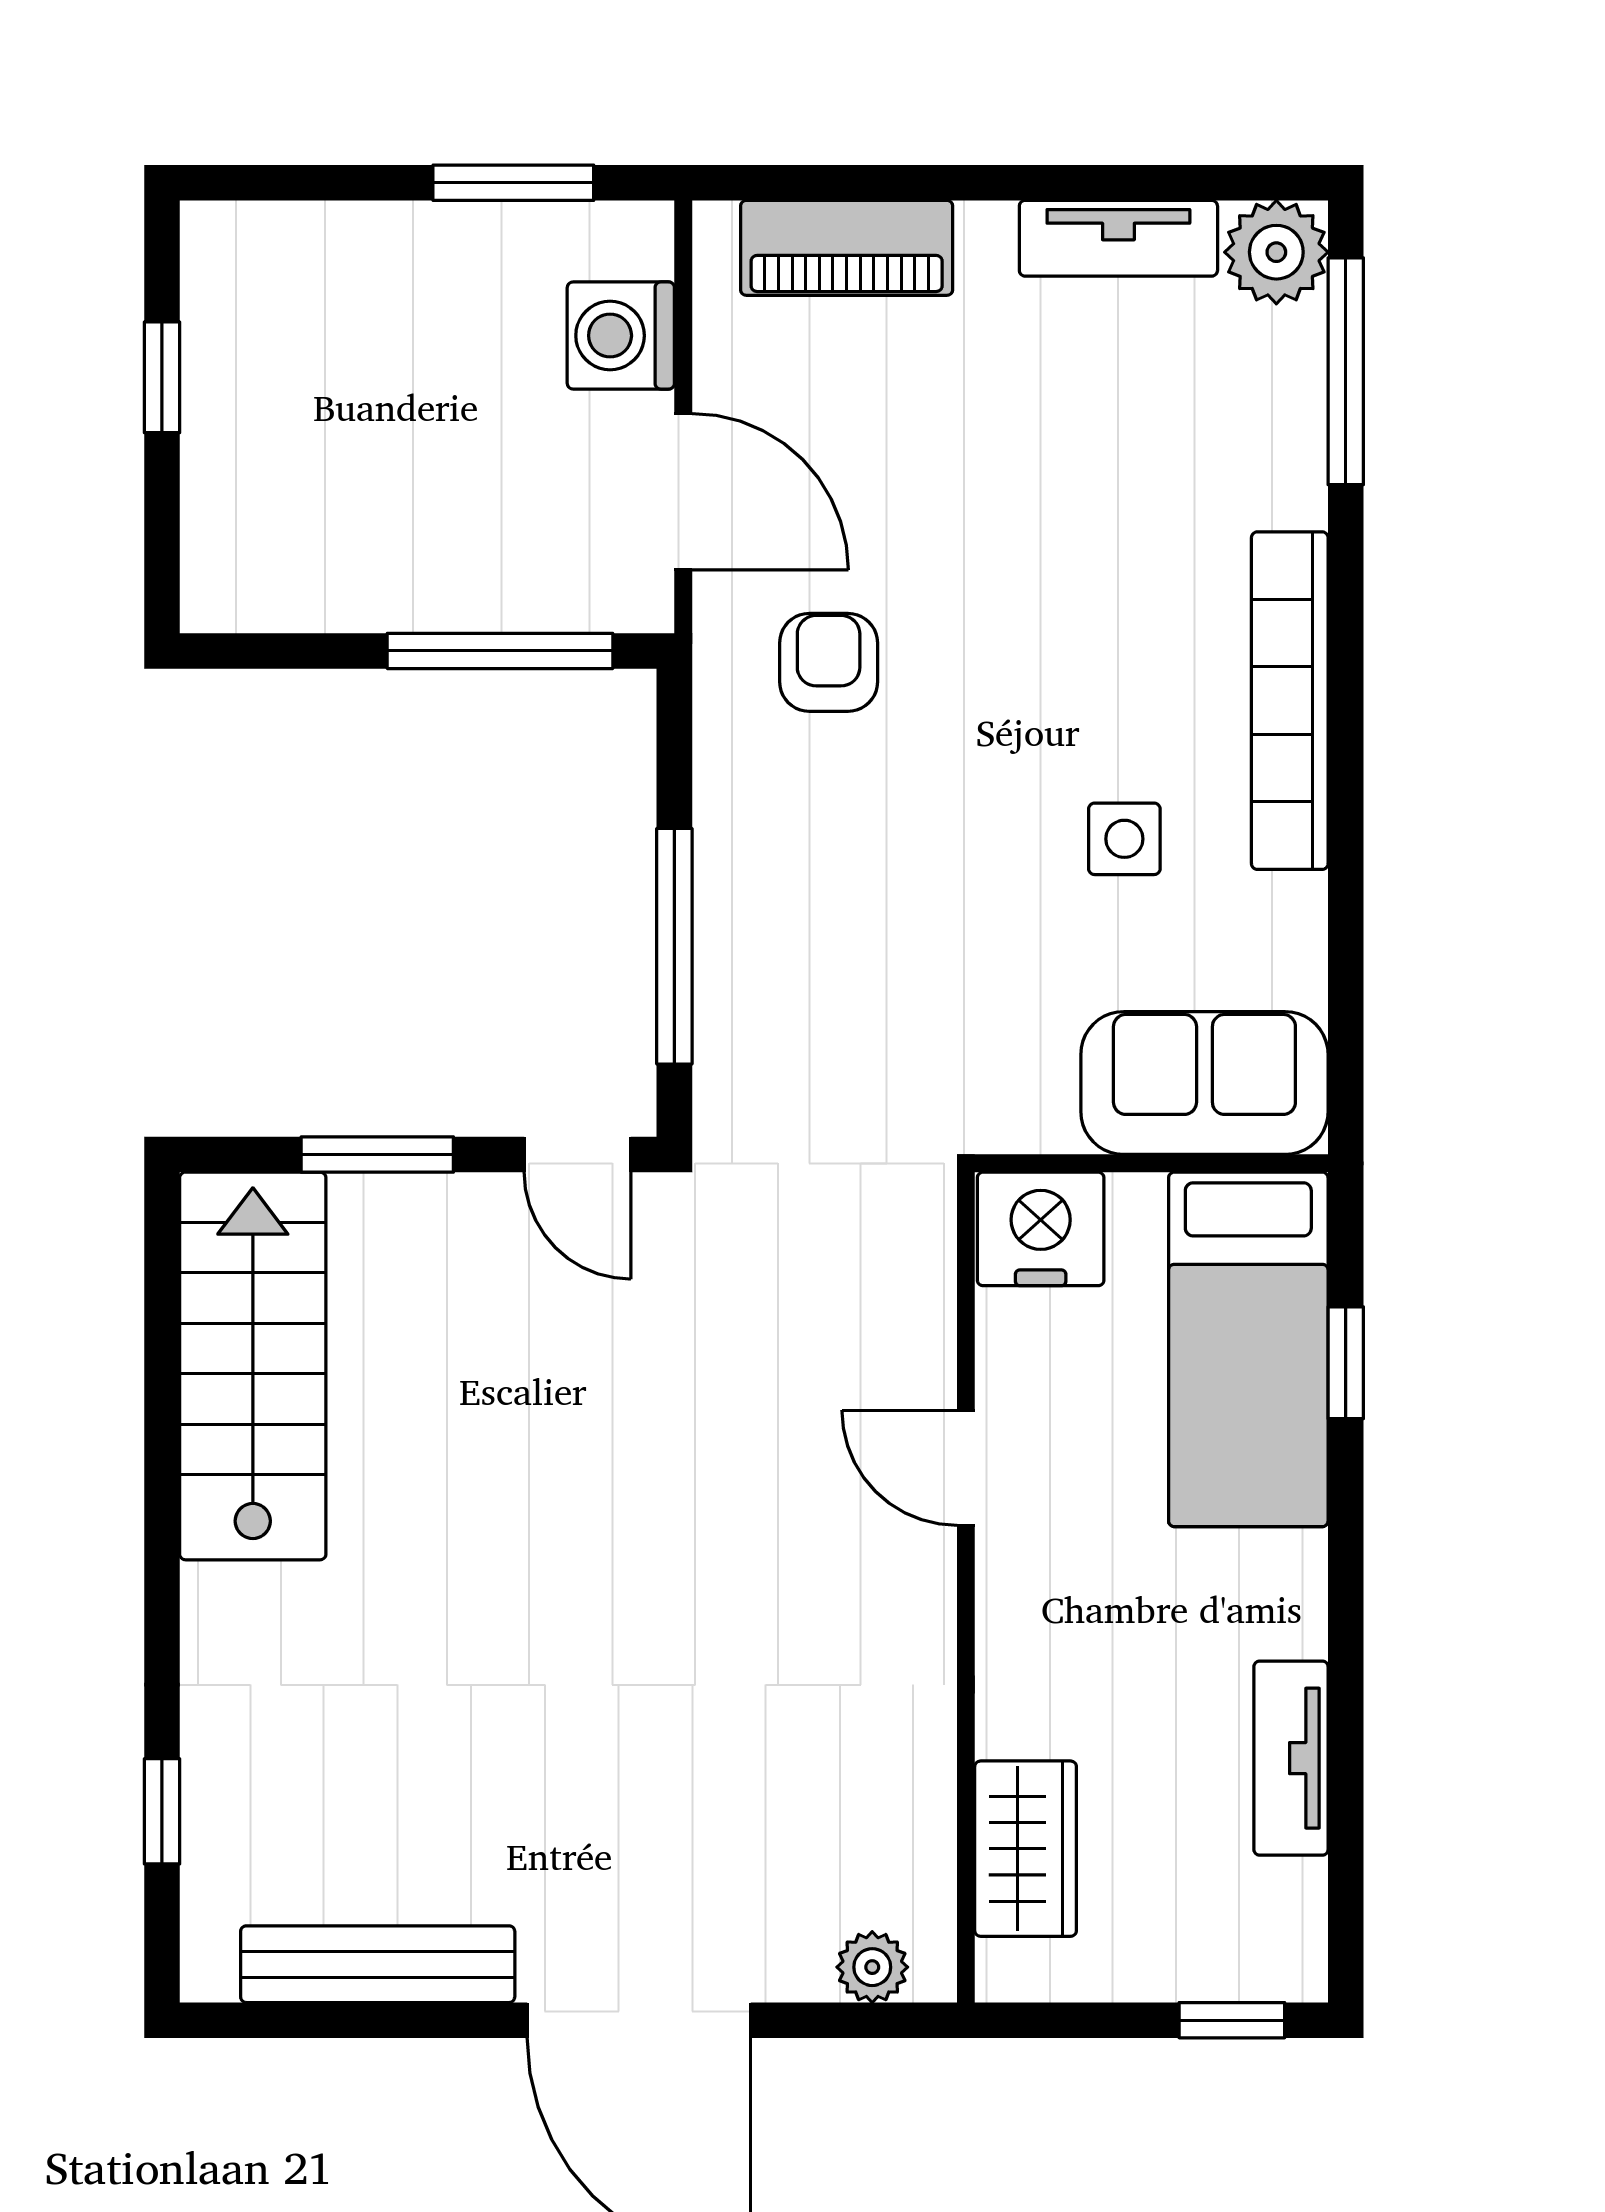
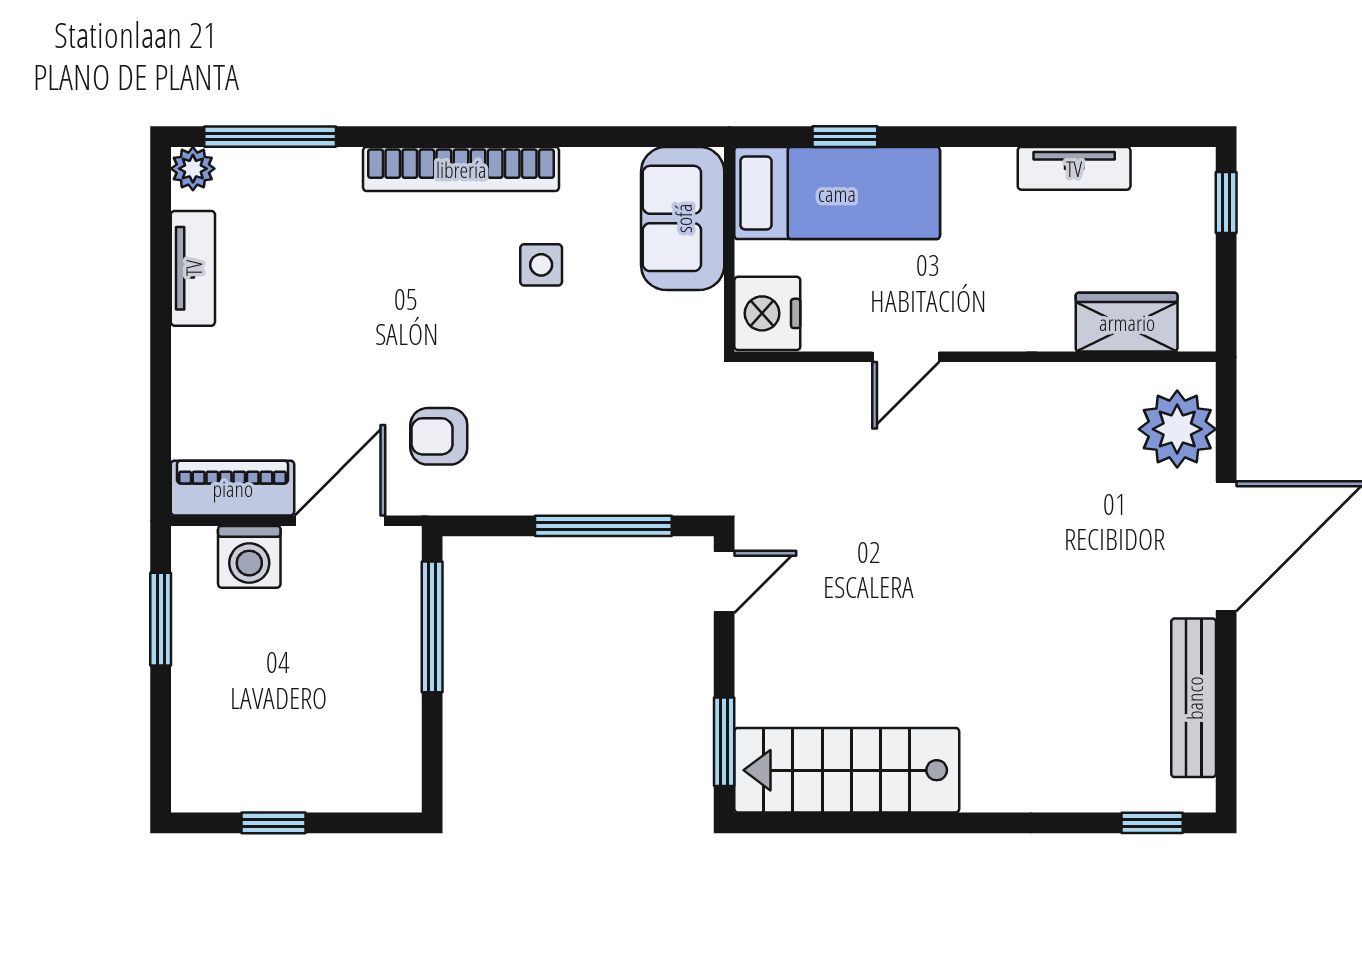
piano: (847, 248) -> (233, 488), moved, turned -90
plant: (1276, 252) -> (193, 169), width x0.73, depth x0.73
window: (377, 1154) -> (724, 742), moved
window: (162, 1811) -> (1152, 823), moved
plant: (872, 1967) -> (1177, 429), width x1.87, depth x1.87

